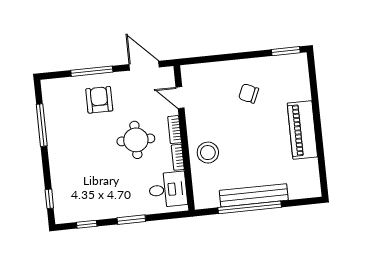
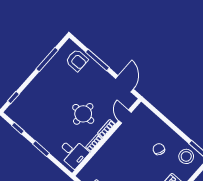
armchair: (99, 100) -> (77, 60), moved, turned 90
stool: (208, 153) -> (186, 156), moved

